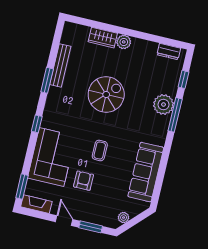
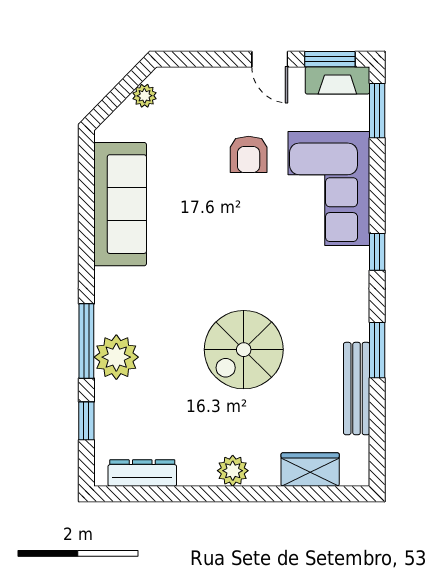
wardrobe: (103, 38) -> (310, 470), moved
dresser: (169, 52) -> (142, 473), width x1.44
coffee table: (100, 150) -> (229, 227), removed
window: (91, 227) -> (330, 59), moved

